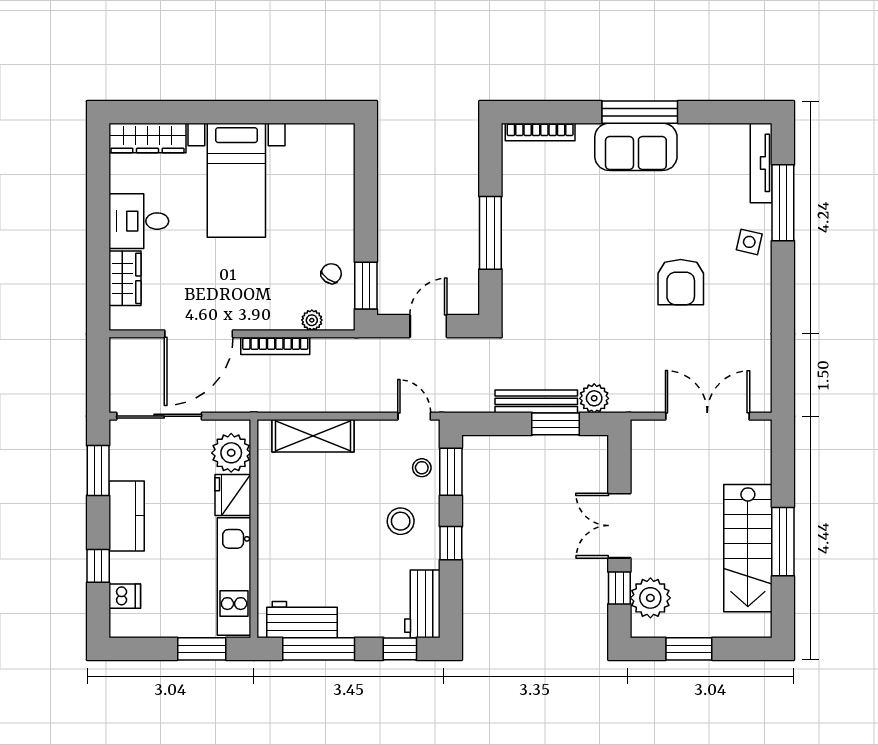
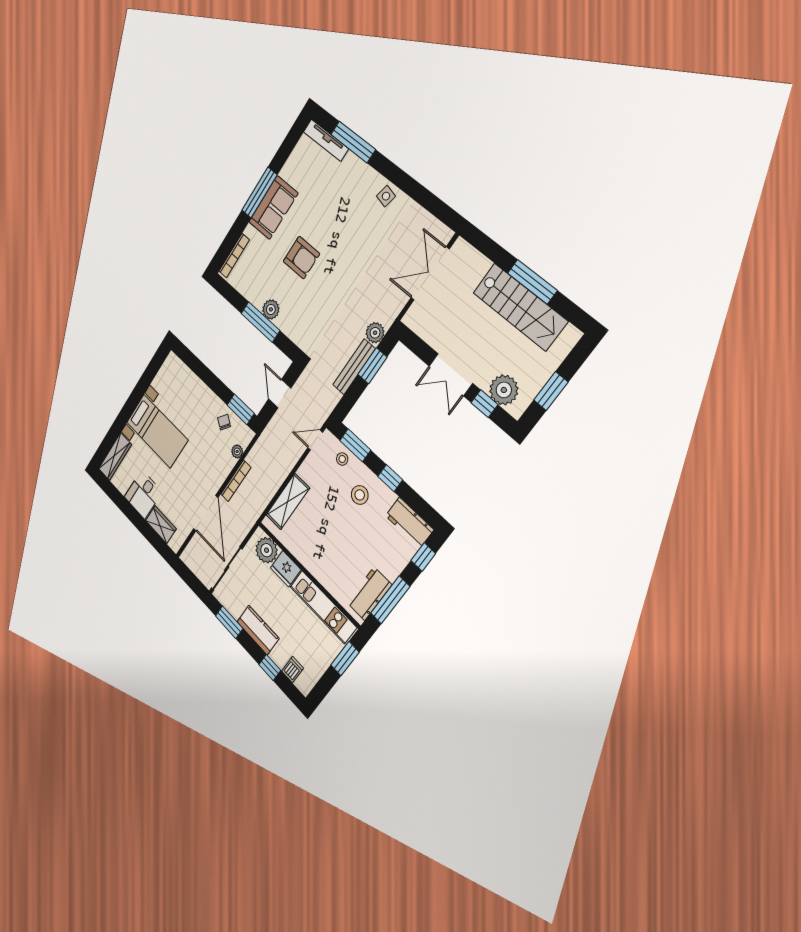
plant: (516, 236) -> (271, 309), added
side table: (749, 242) -> (386, 196), moved
armchair: (681, 282) -> (301, 258), moved

